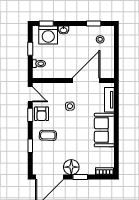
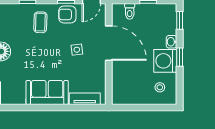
window: (94, 23) -> (180, 57), moved
washing machine: (48, 35) -> (165, 61), moved
door: (86, 80) -> (109, 43), moved

